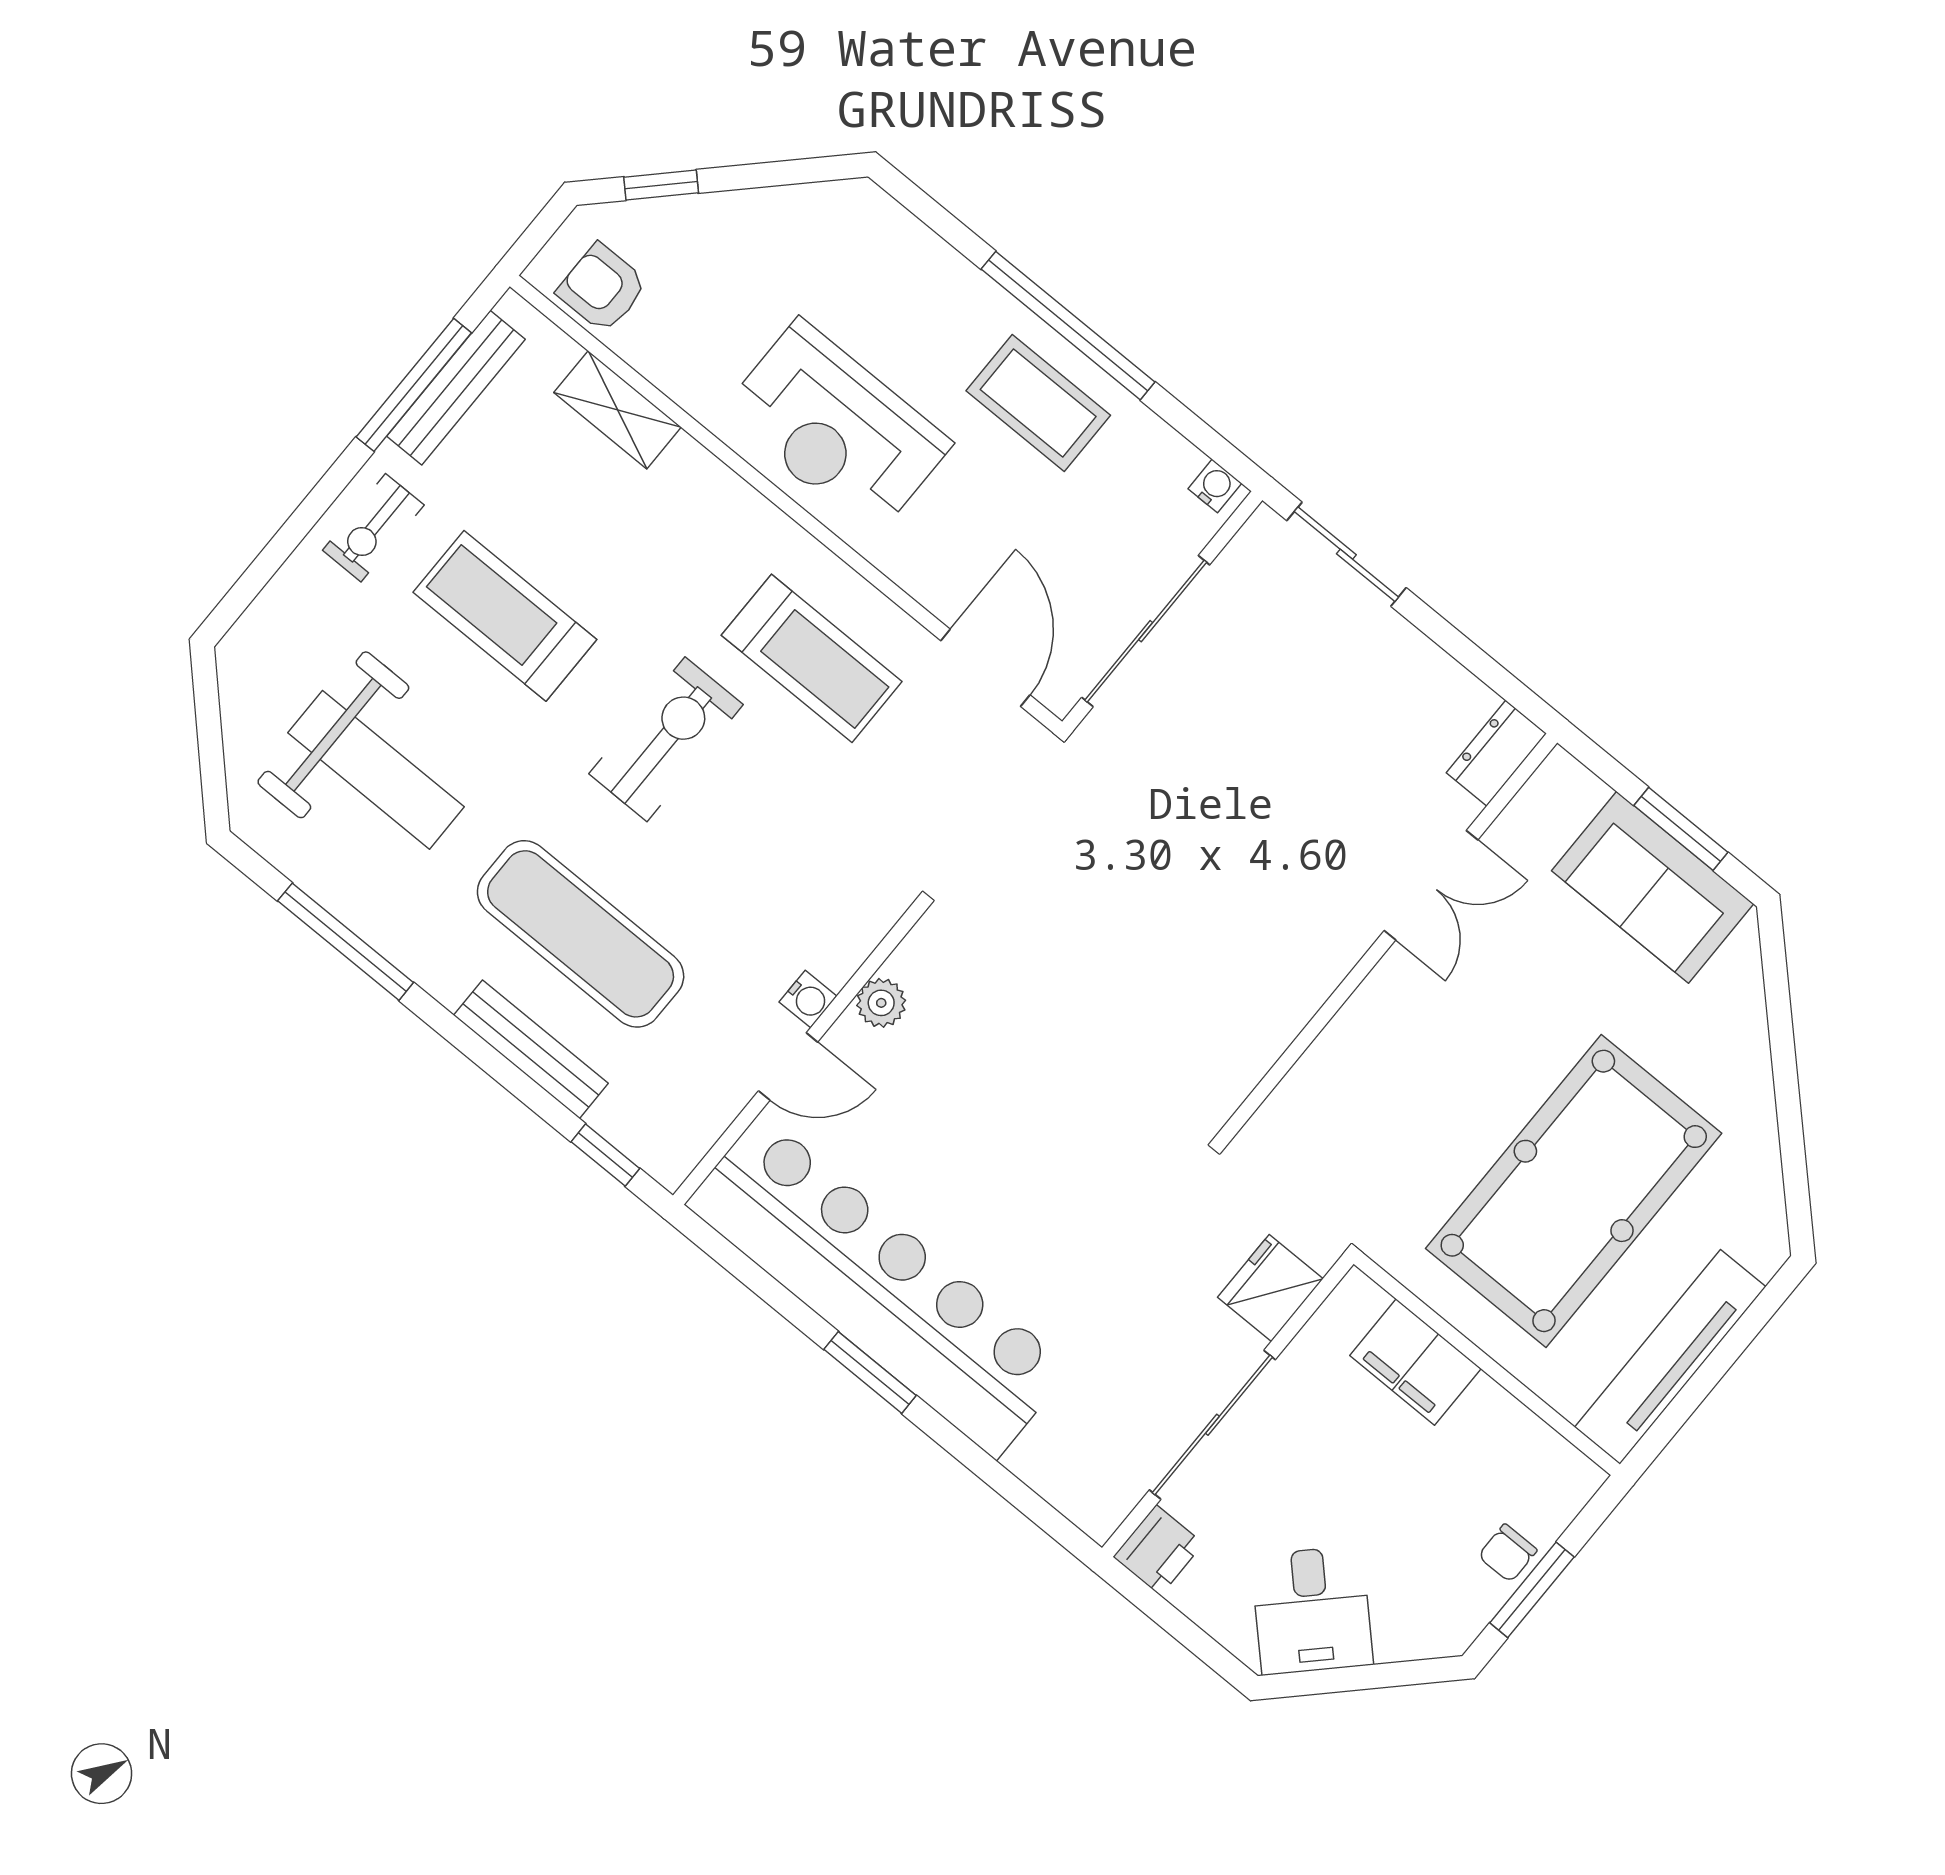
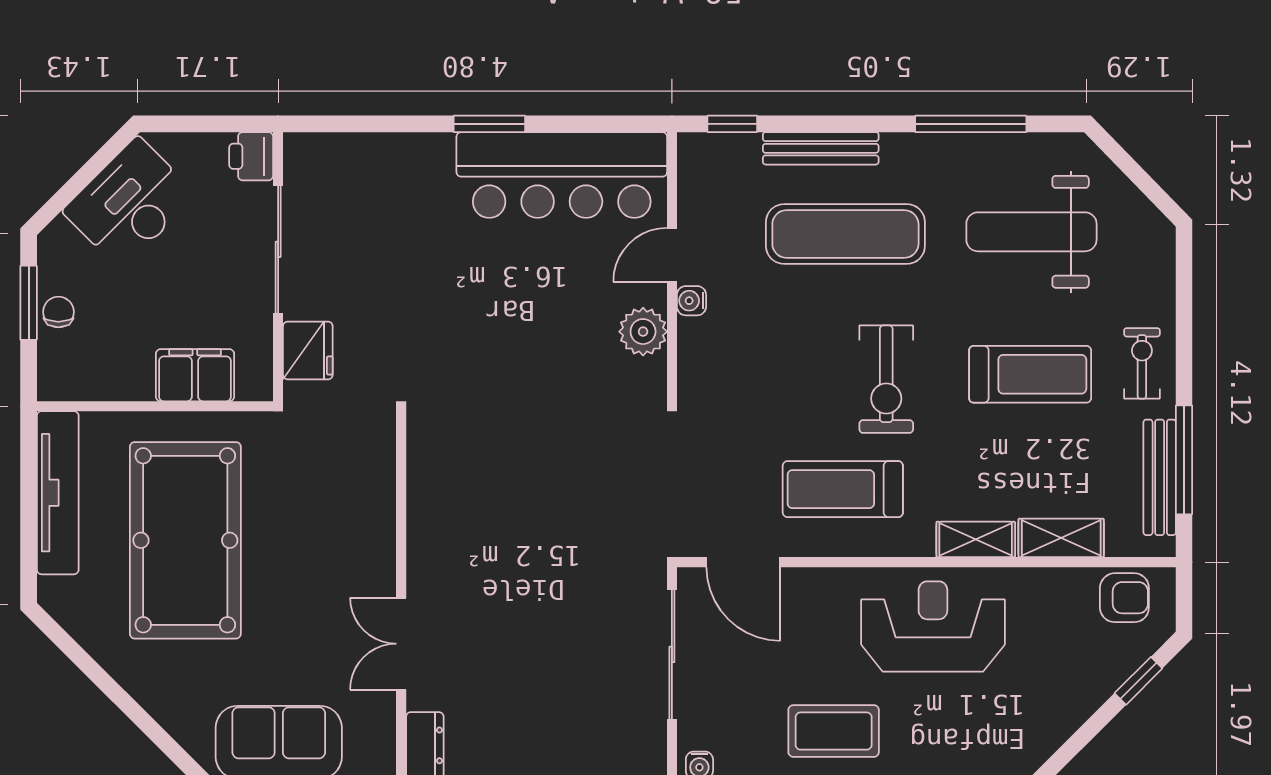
shelving: (712, 485) -> (976, 539), added
plant: (881, 1003) -> (643, 332), width x1.38, depth x1.38
bar counter: (878, 1286) -> (562, 175), width x0.73
desk: (1312, 1610) -> (130, 203), width x1.37

